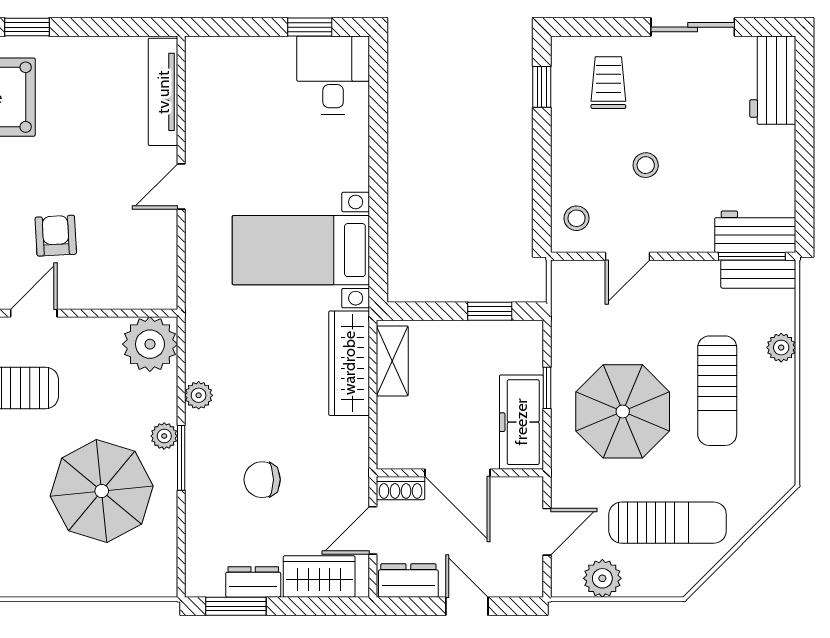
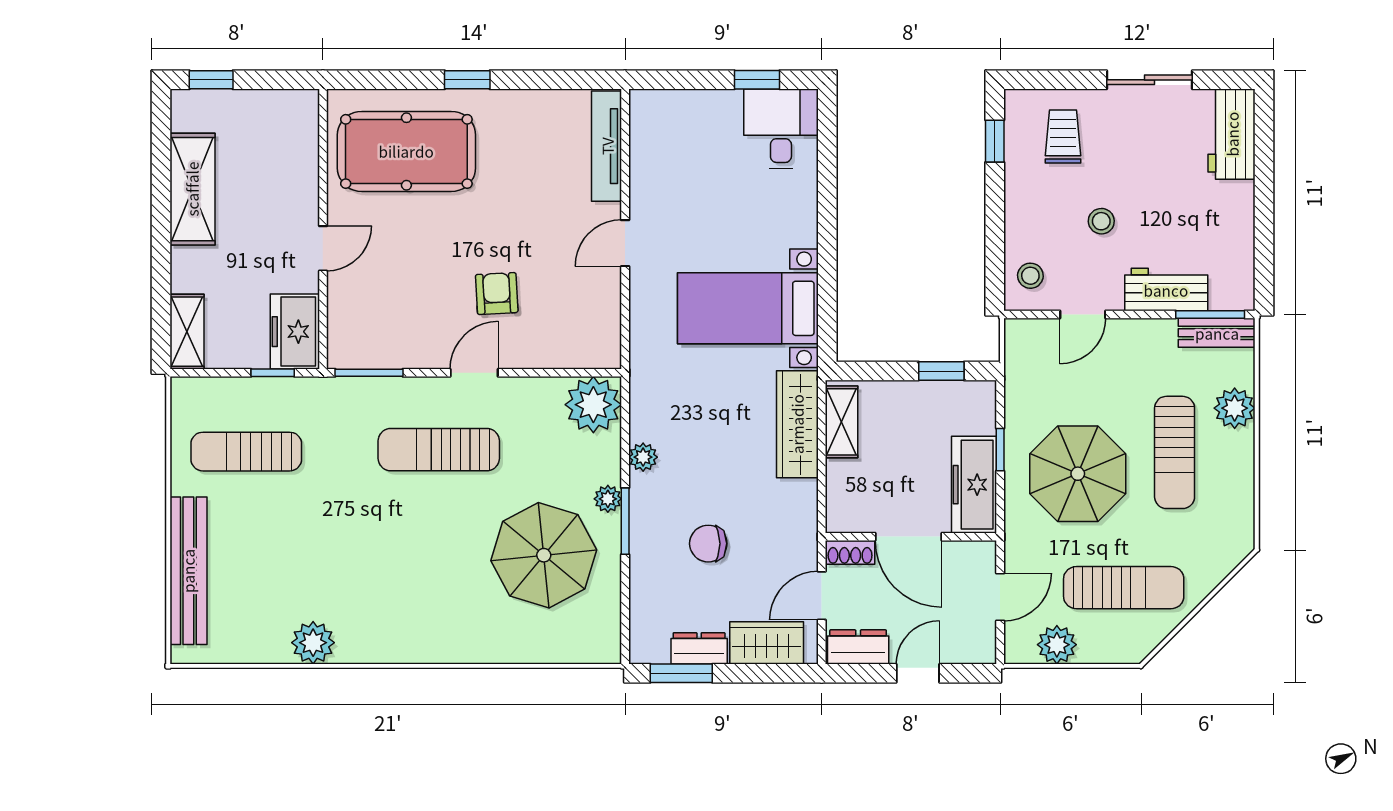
workbench: (755, 232) -> (1166, 290), moved
plant: (781, 348) -> (1235, 408), width x1.38, depth x1.38
door: (467, 606) -> (918, 673), hinge flipped

